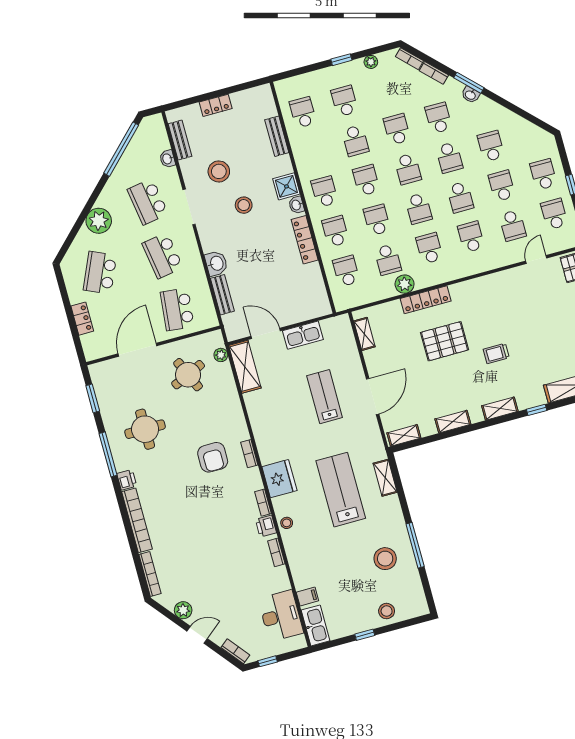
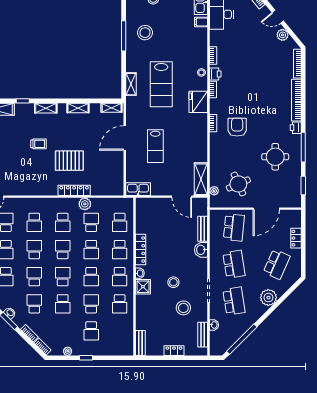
school desk: (303, 112) -> (120, 304), moved
school desk: (439, 118) -> (34, 304), turned 180
bench: (277, 136) -> (140, 343), moved
shelving: (364, 334) -> (119, 179), removed
kitchen sink: (303, 335) -> (138, 189), moved

